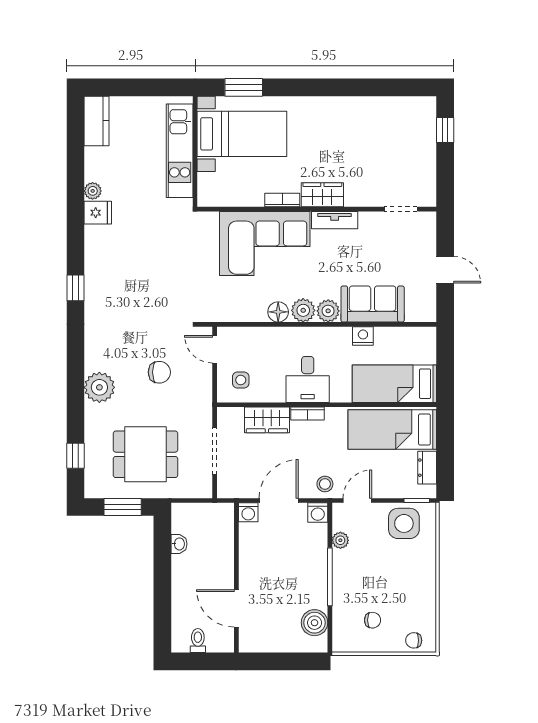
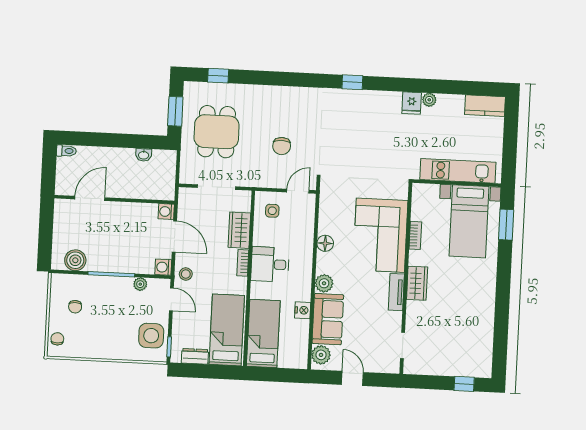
bookcase: (282, 200) -> (415, 235), moved
door: (445, 270) -> (352, 378), swing flipped
plant: (303, 310) -> (321, 355), moved
plant: (99, 387) -> (272, 98), removed
toilet: (198, 641) -> (66, 151), moved

